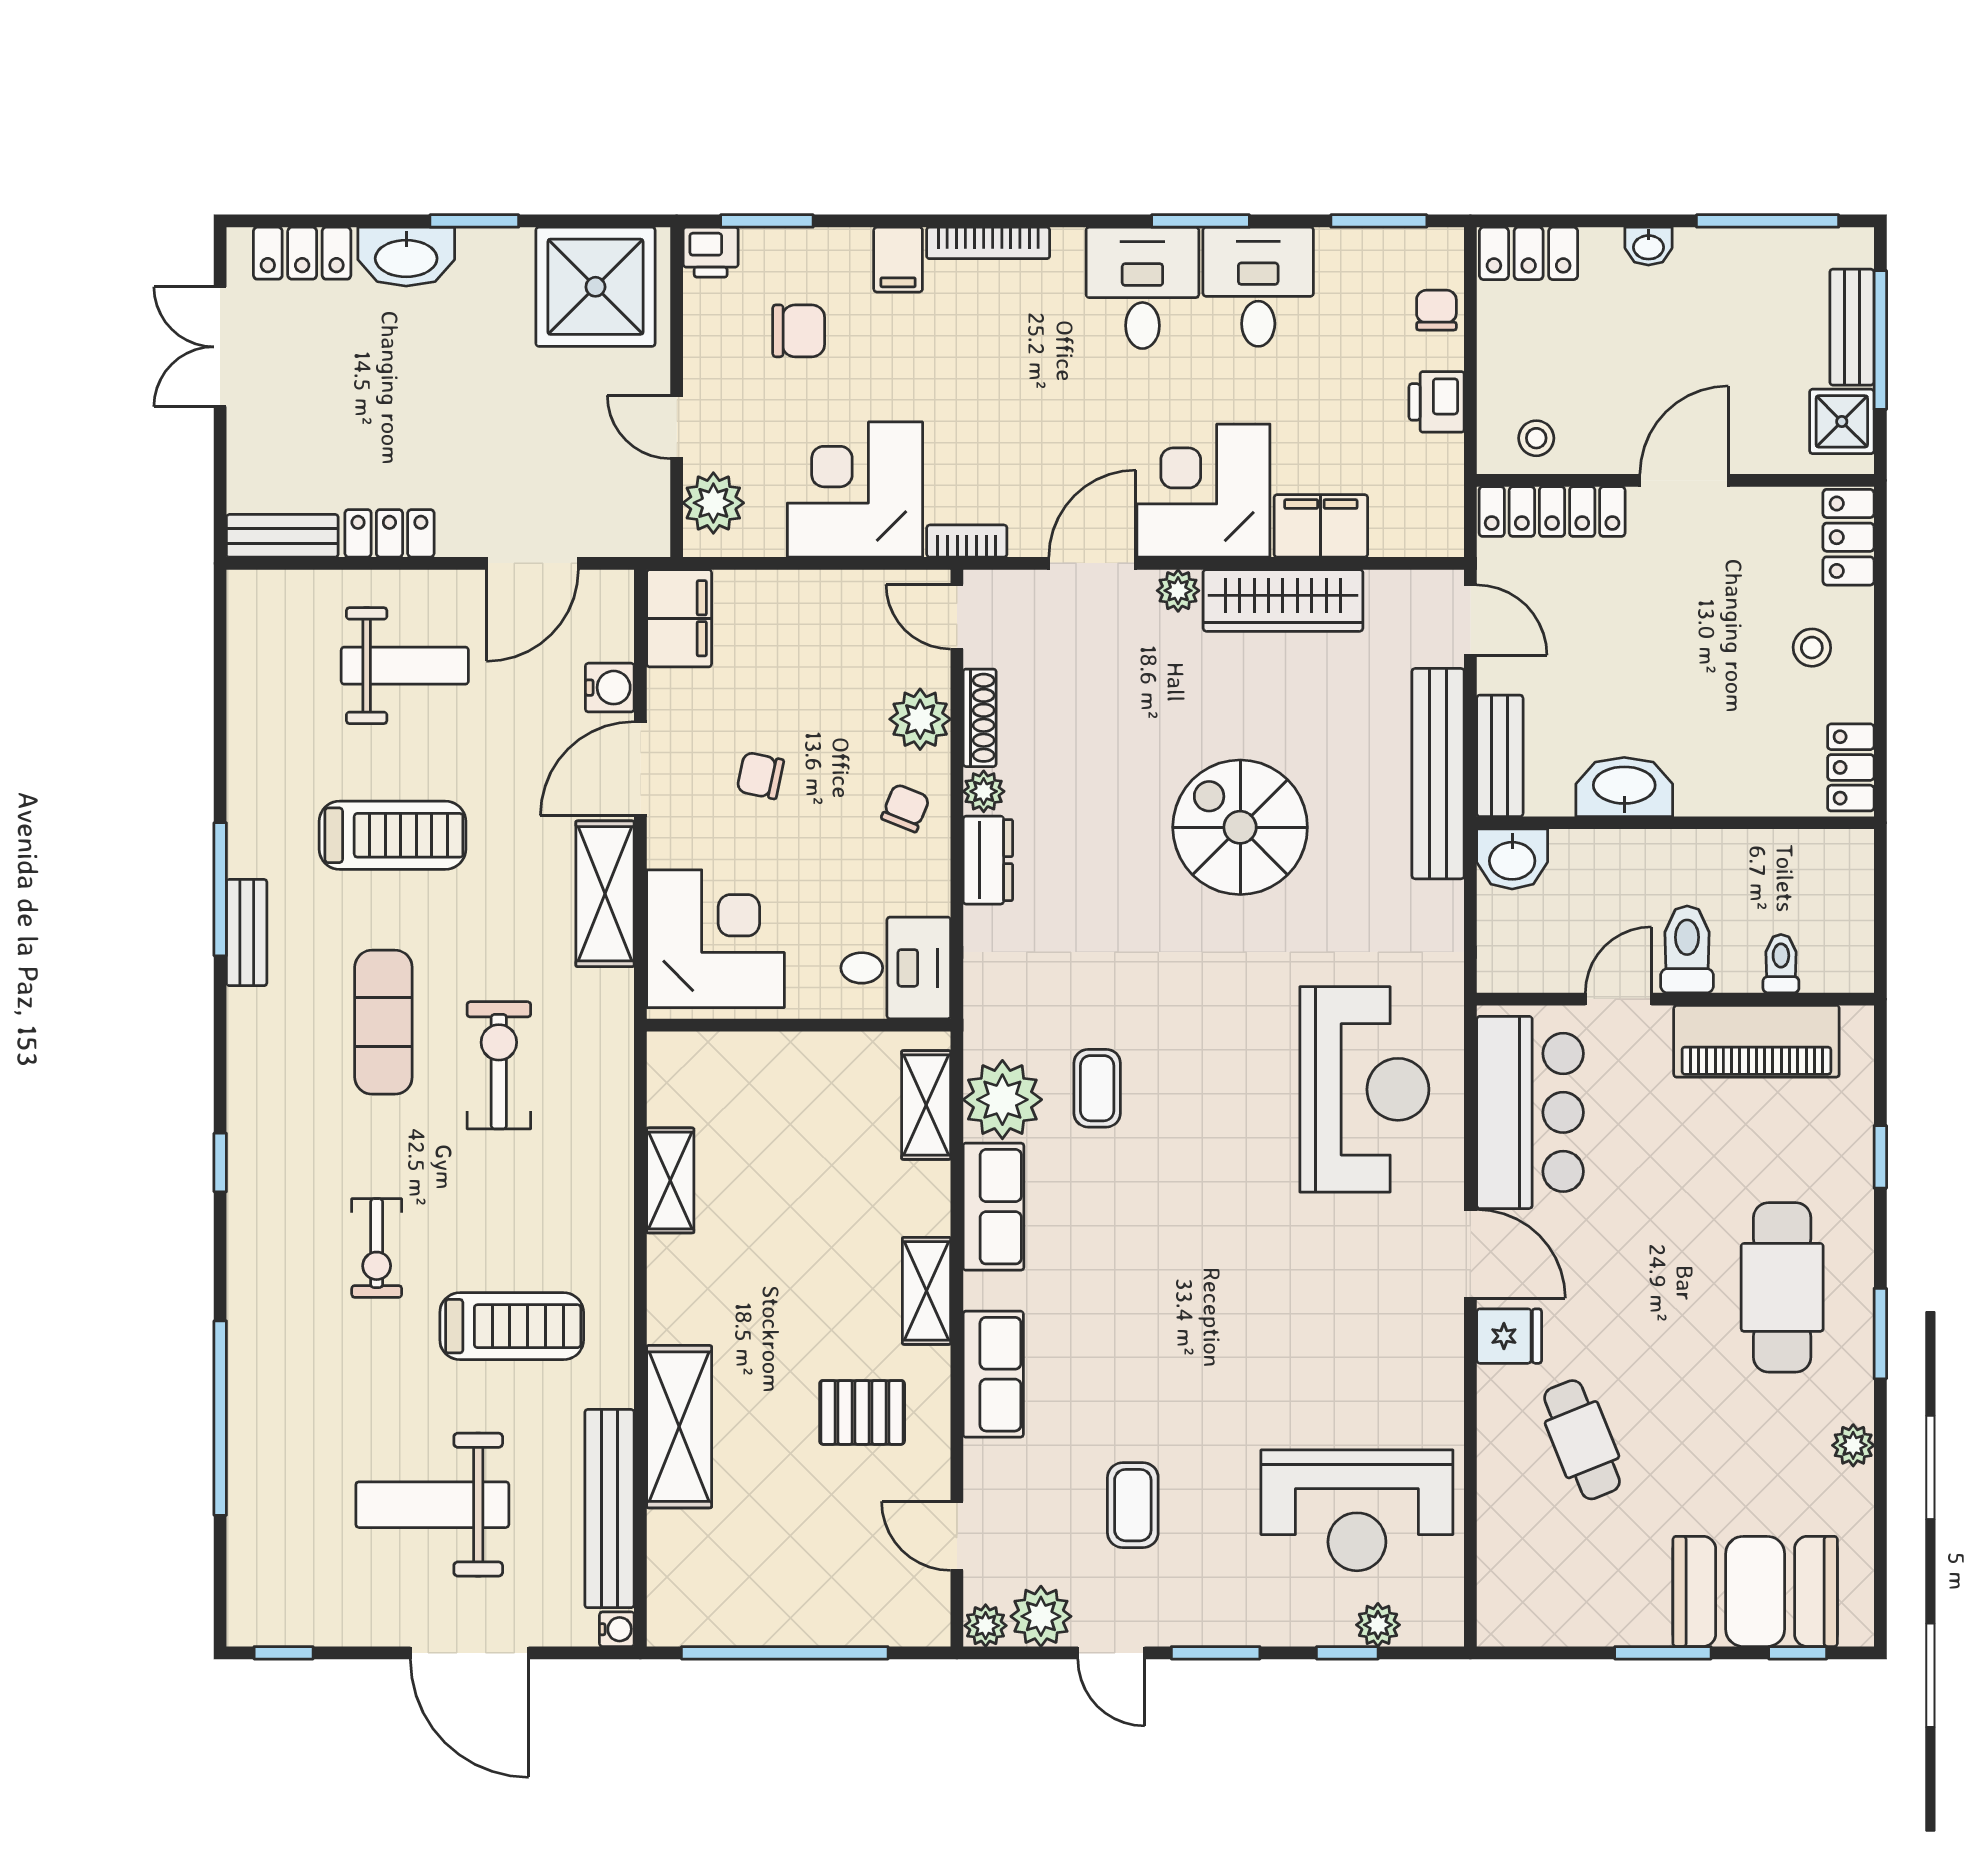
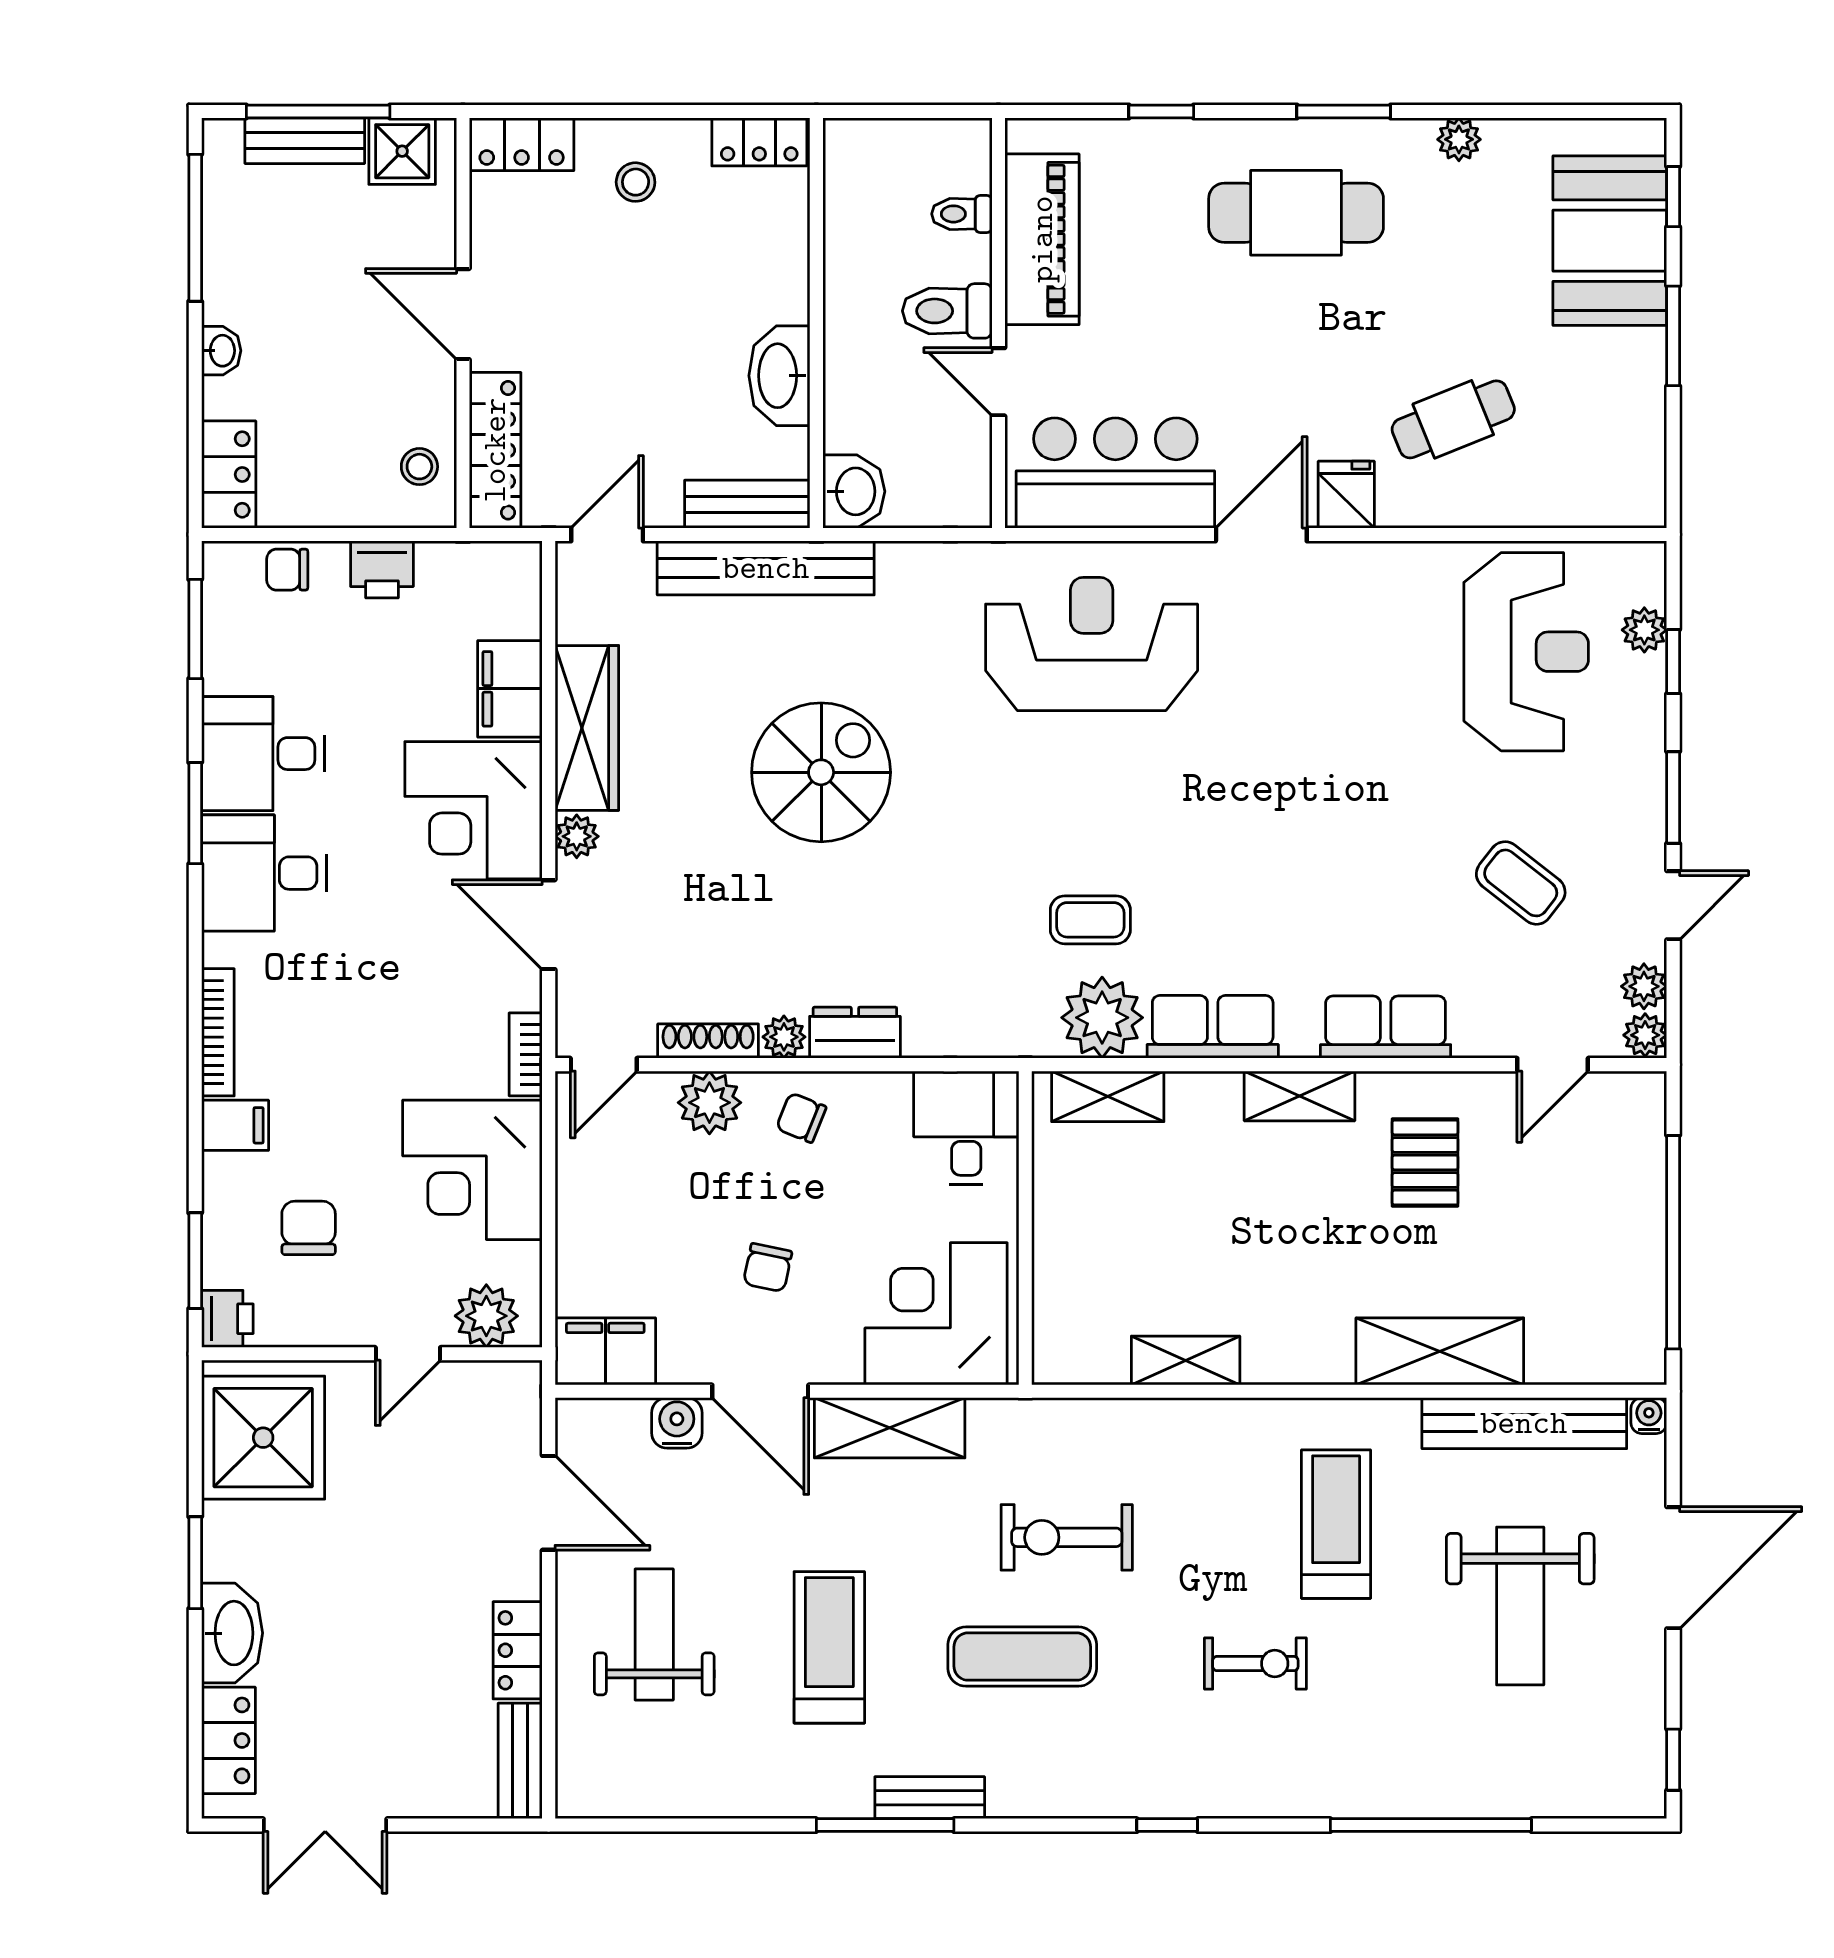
spiral stairs: (1240, 827) -> (821, 772), turned 180
coffee table: (1133, 1505) -> (1521, 883), turned 38
plant: (1041, 1616) -> (1644, 986), width x0.73, depth x0.73

